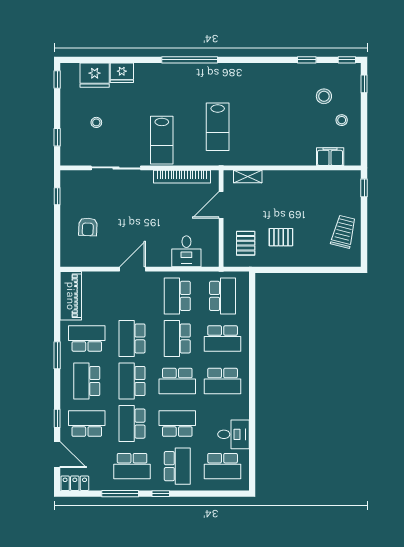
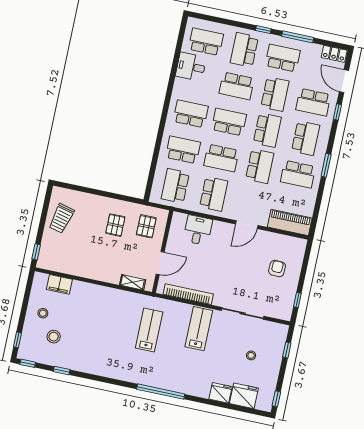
pallet: (281, 237) -> (115, 225), turned 90
piano: (71, 296) -> (290, 222), moved, turned 90
school desk: (177, 338) -> (221, 158), turned 90

